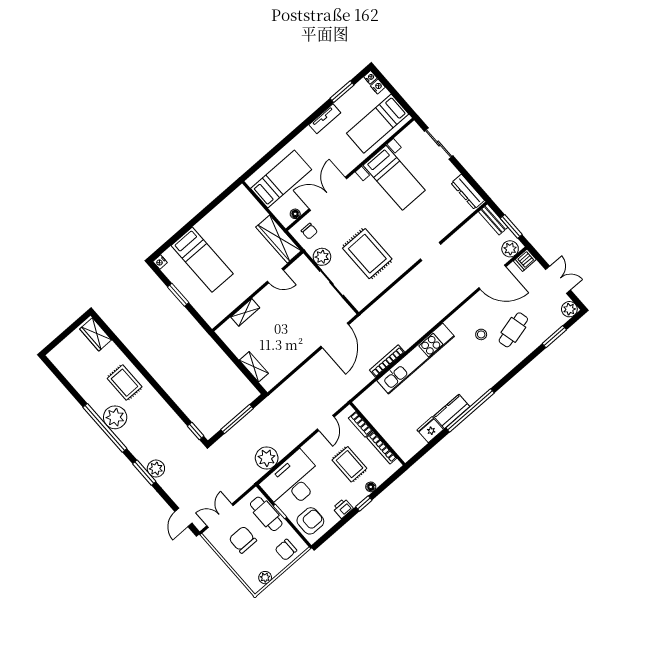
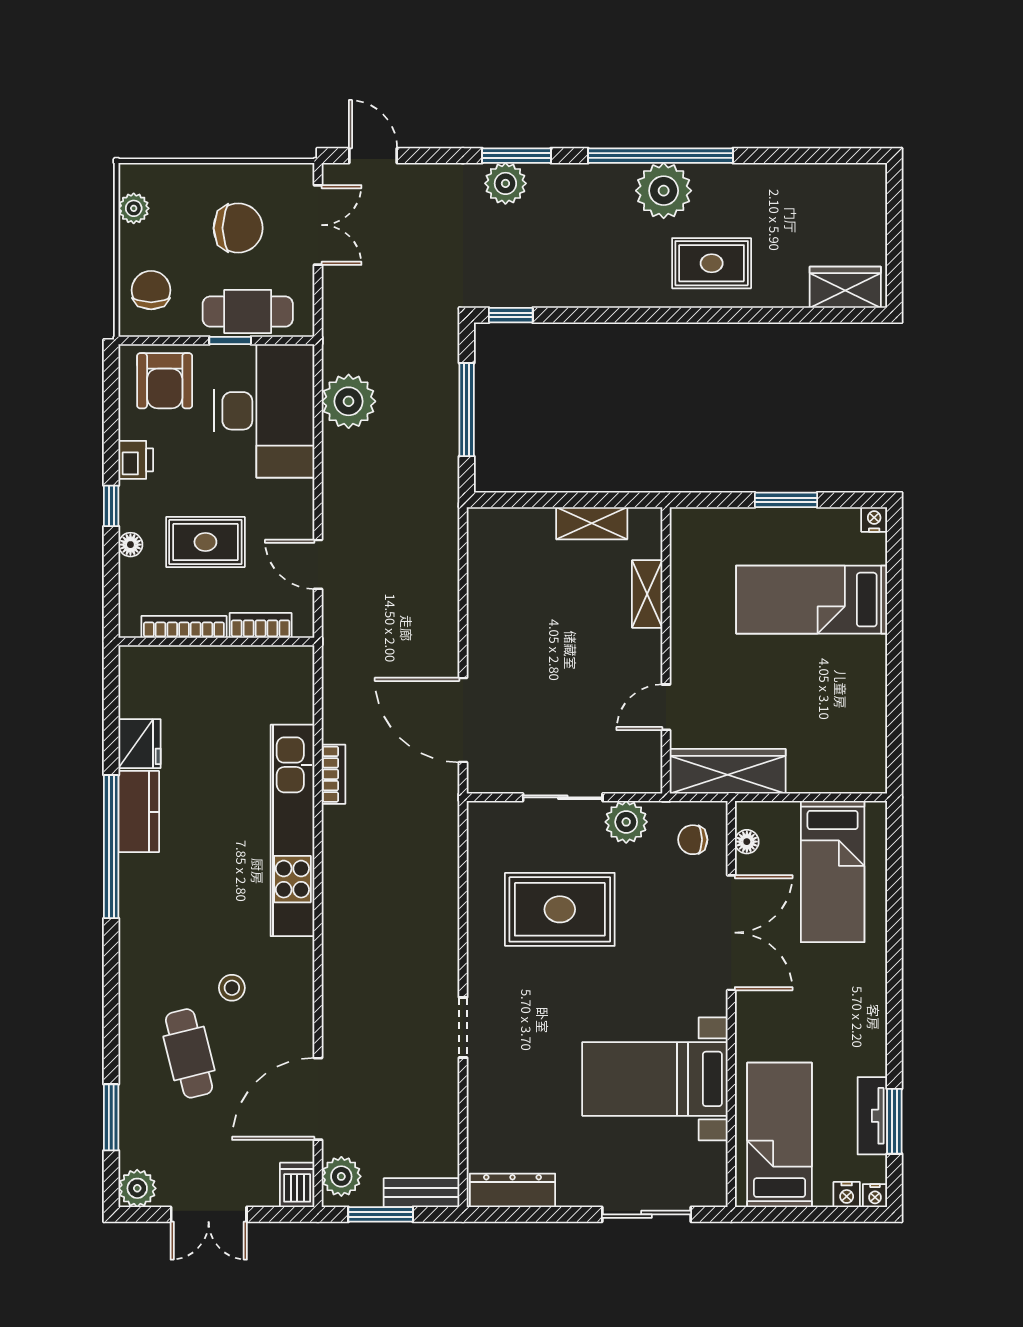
tv unit: (325, 119) -> (872, 1116), moved
bookcase: (387, 361) -> (333, 774), width x0.64
shelving: (254, 367) -> (592, 523), moved

